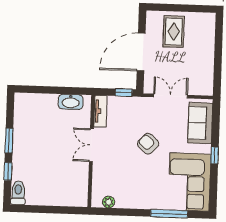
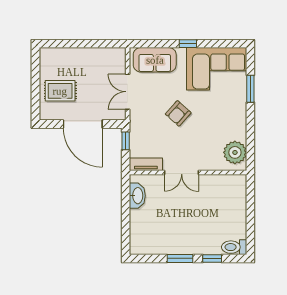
plant: (109, 202) -> (235, 152), width x1.88, depth x1.88
window: (169, 214) -> (250, 89), width x0.69

